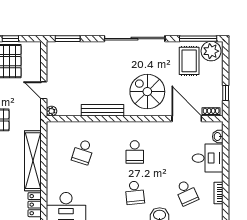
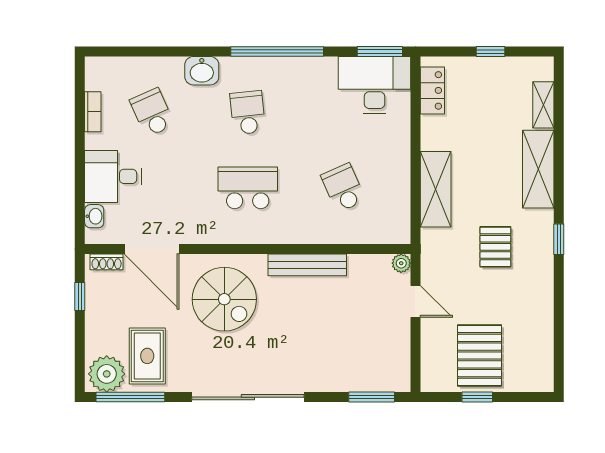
school desk: (83, 152) -> (343, 188), turned -42
school desk: (135, 152) -> (248, 188), width x1.85
shelving: (33, 161) -> (436, 189), width x0.68

